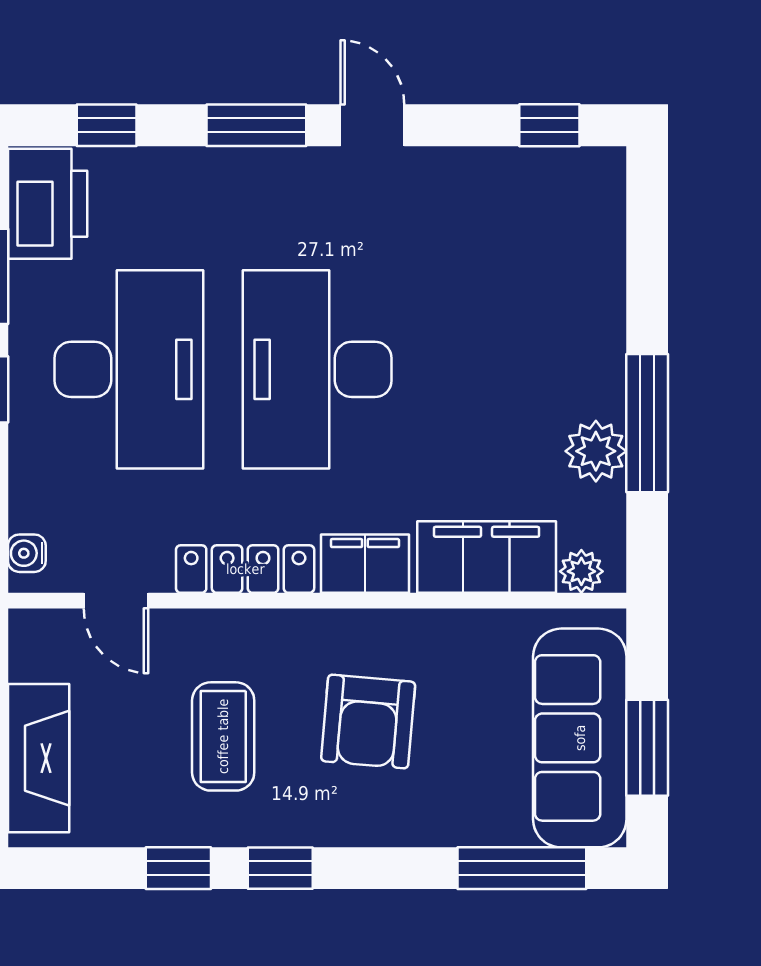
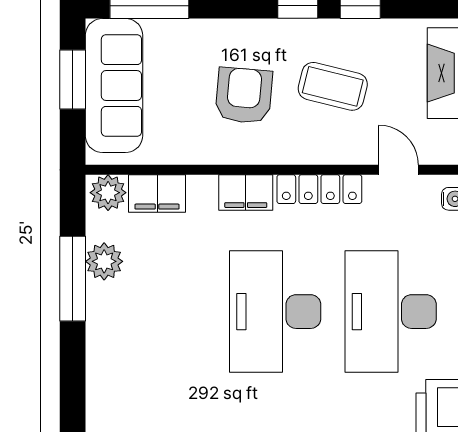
desk: (317, 369) -> (275, 312), turned 180
filing cabinet: (487, 557) -> (157, 193), width x0.67, depth x0.86
plant: (581, 571) -> (108, 193), width x1.38, depth x1.38
coffee table: (223, 736) -> (333, 86), turned -76

